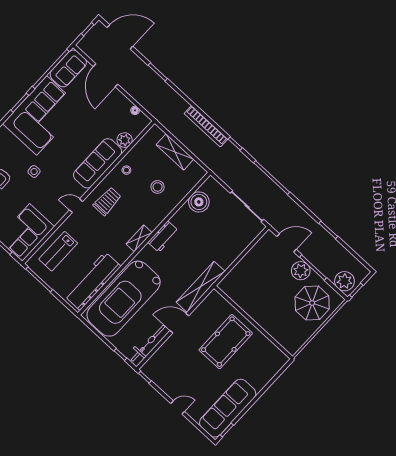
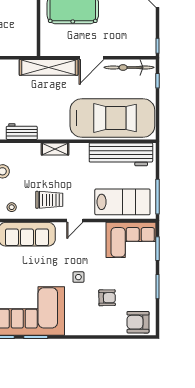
trolley: (107, 201) -> (49, 200), turned 180
door: (76, 206) -> (75, 221), hinge flipped
workbench: (163, 237) -> (22, 132), moved
lab bench: (58, 251) -> (122, 202), width x1.36, depth x1.39
door: (179, 323) -> (92, 58), hinge flipped

